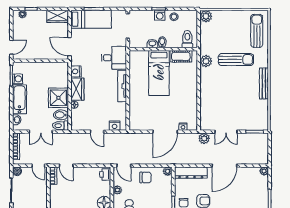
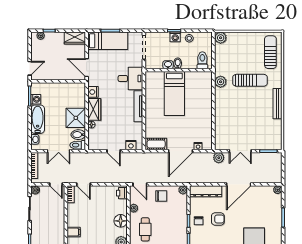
cot: (181, 56) -> (156, 144), moved

